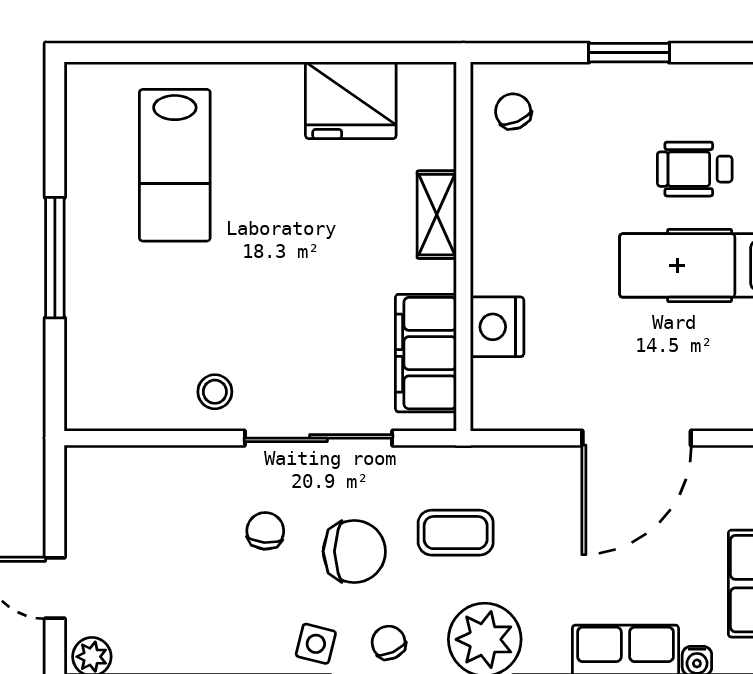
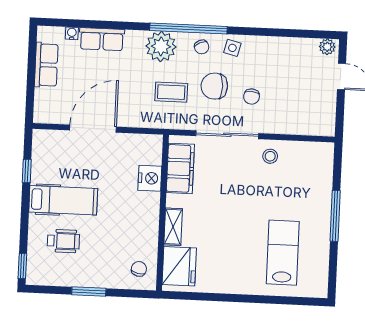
fridge: (351, 100) -> (179, 266), moved, turned 90
chair: (513, 111) -> (139, 269), turned -144

